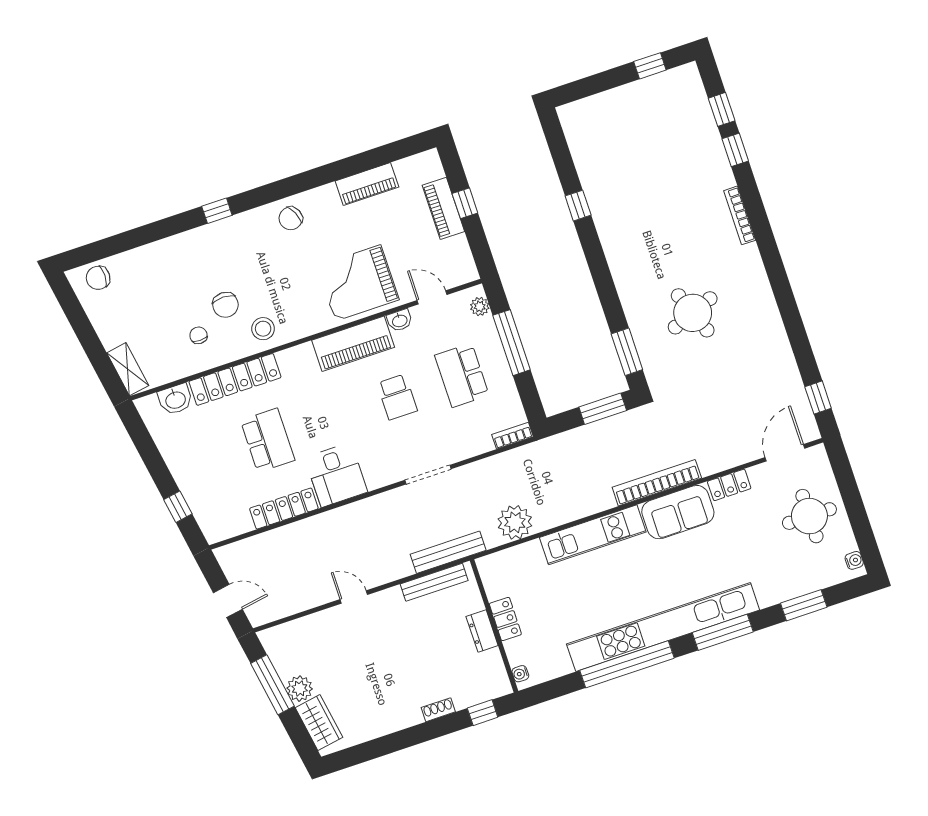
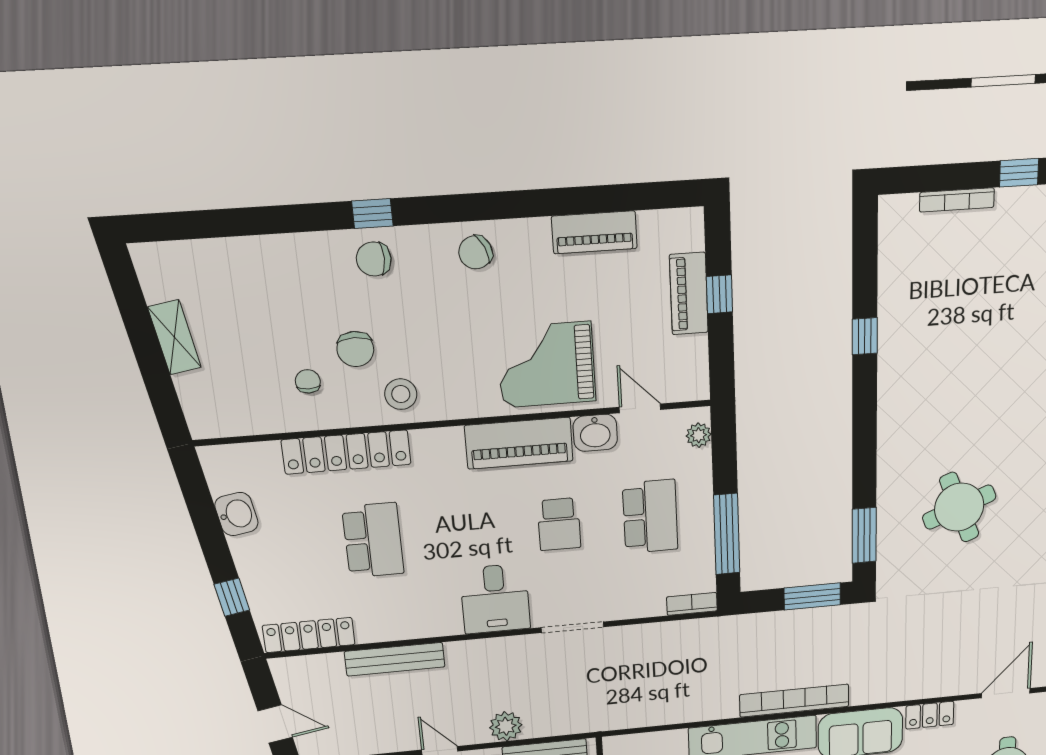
bookcase: (612, 96) -> (957, 200), added
chair: (98, 278) -> (374, 259), moved
washbasin: (400, 320) -> (595, 433), width x1.38, depth x1.45
window: (512, 343) -> (727, 534), moved
shelving: (128, 369) -> (174, 337), moved
school desk: (462, 375) -> (650, 516), turned 180
washbasin: (175, 399) -> (236, 514), moved, turned -99
desk: (336, 475) -> (495, 599), moved
bookcase: (657, 483) -> (794, 701), moved
locker: (284, 509) -> (309, 635), moved
plant: (515, 522) -> (506, 726), moved, width x0.73, depth x0.73
bench: (448, 552) -> (395, 659), moved

